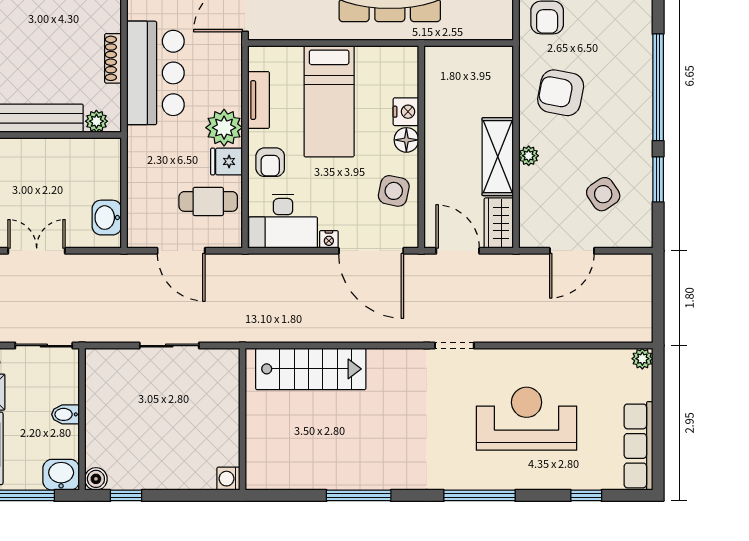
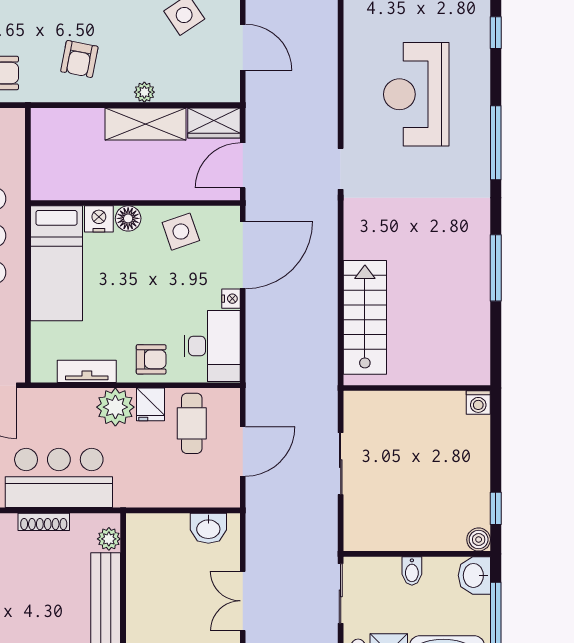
armchair: (561, 93) -> (79, 59), width x0.72, depth x0.72
bed: (329, 101) -> (56, 263), moved, turned 90
side table: (394, 191) -> (181, 232), turned -31

